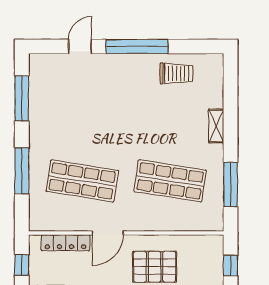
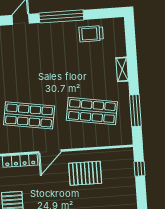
trolley: (176, 73) -> (91, 34), turned 180

